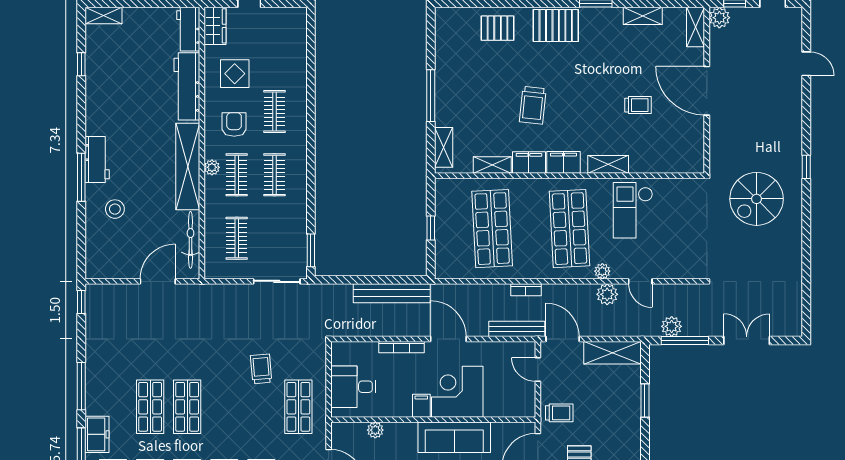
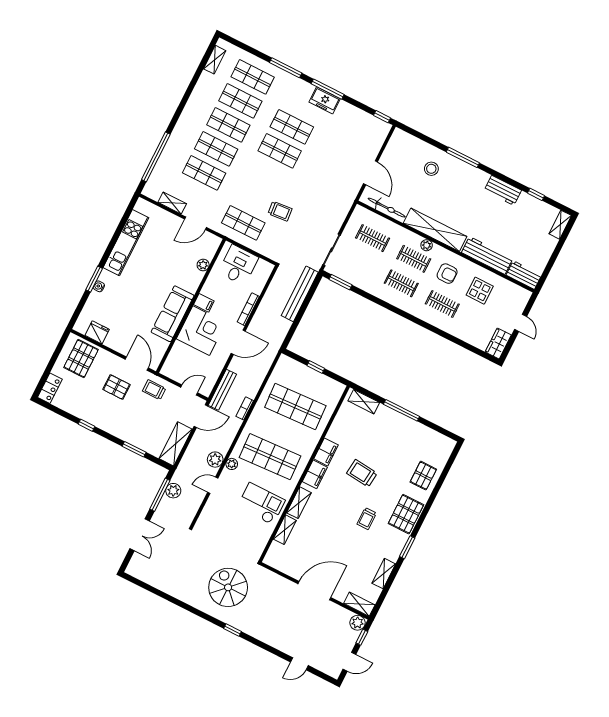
wardrobe: (215, 26) -> (498, 343), moved, turned 90
trolley: (638, 105) -> (367, 519), moved
workbench: (97, 159) -> (503, 190), moved
shelving: (492, 165) -> (285, 530), moved
bench: (392, 293) -> (300, 294), moved
trolley: (559, 413) -> (154, 390), turned 90
freezer: (97, 434) -> (325, 100), moved

